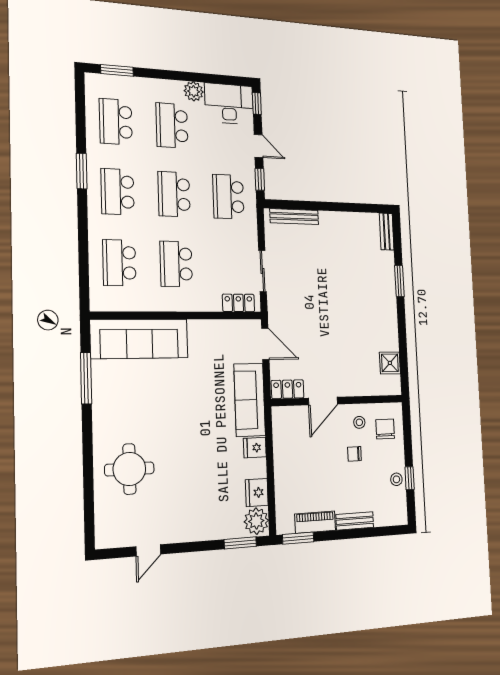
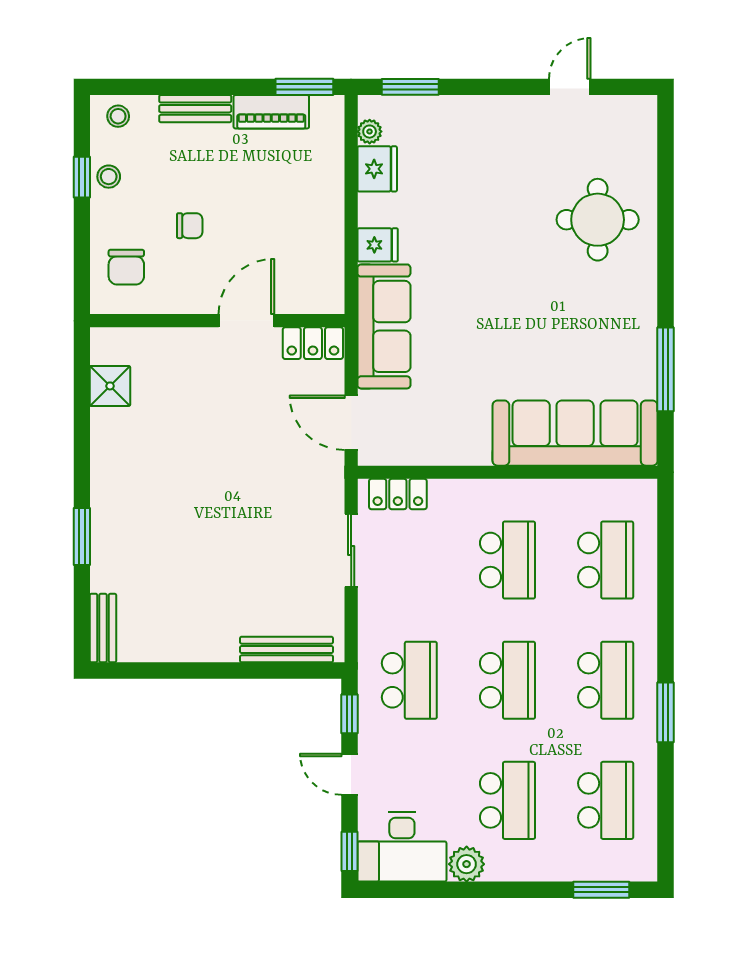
stool: (359, 422) -> (118, 116), moved
plant: (256, 521) -> (370, 132), width x0.53, depth x0.53

